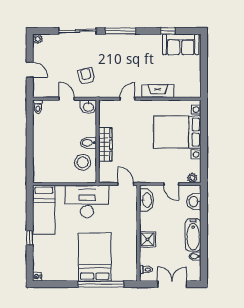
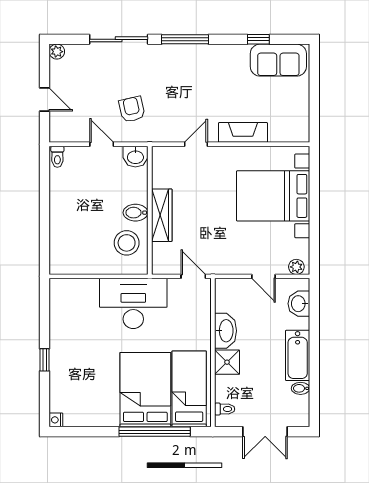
washbasin: (147, 200) -> (226, 331), moved
bed: (44, 210) -> (189, 389), moved, turned 180
double door: (172, 284) -> (265, 432), swing flipped

